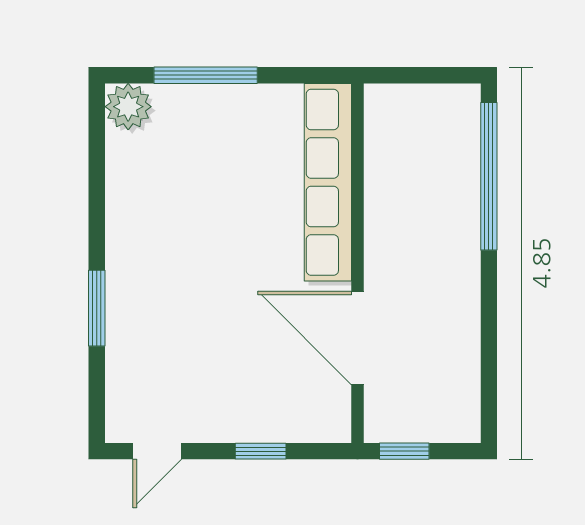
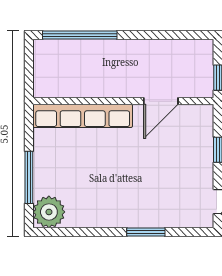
plant: (128, 107) -> (49, 212), width x1.36, depth x1.36
door: (357, 338) -> (161, 101), width x0.73

